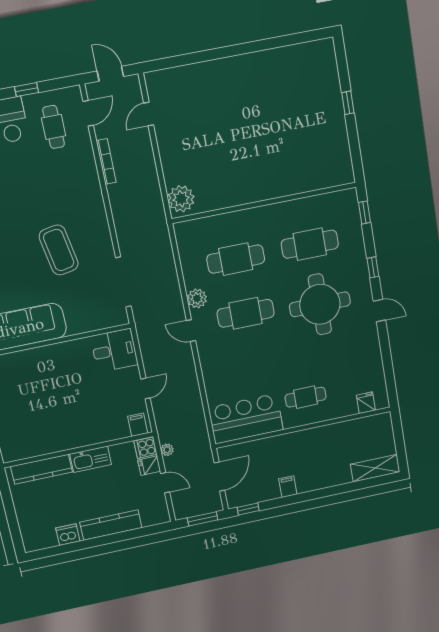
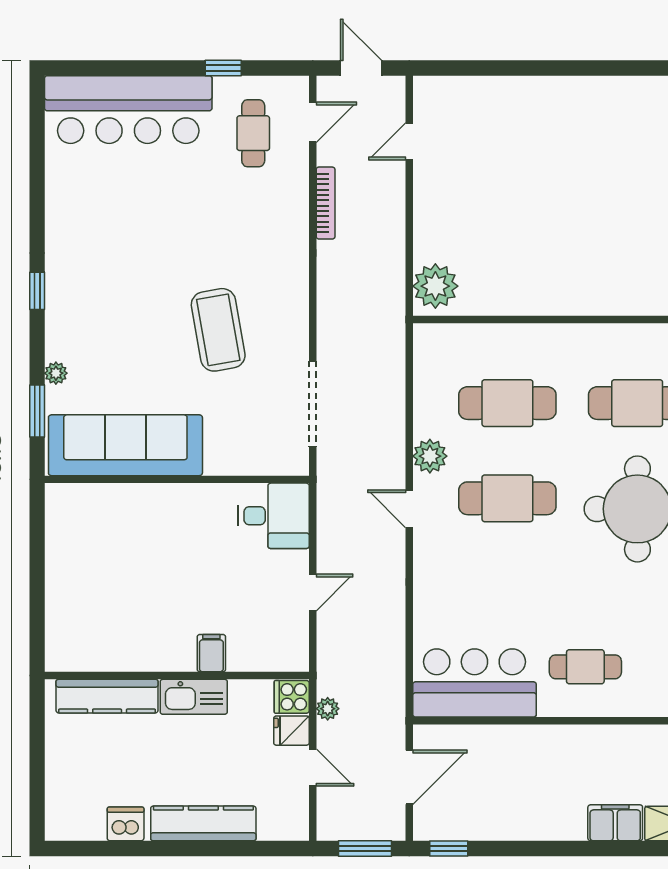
filing cabinet: (138, 425) -> (211, 653), moved
filing cabinet: (288, 487) -> (615, 823), moved, width x2.00

